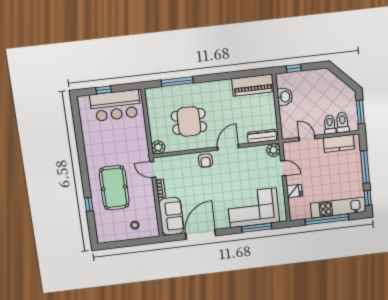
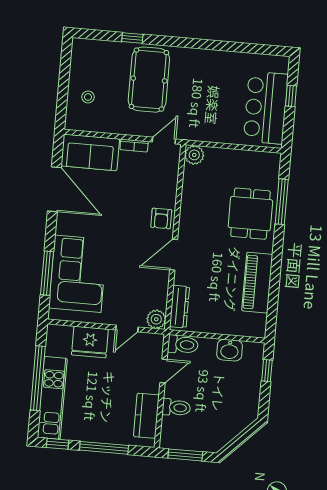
piano: (253, 85) -> (257, 283), moved
dining table: (189, 121) -> (250, 214), moved
toilet: (342, 122) -> (183, 345), moved
door: (228, 147) -> (174, 255), swing flipped
armchair: (205, 161) -> (161, 218), turned -90
pool table: (114, 188) -> (149, 80), turned 90
fridge: (294, 191) -> (90, 342), width x1.88, depth x1.34

